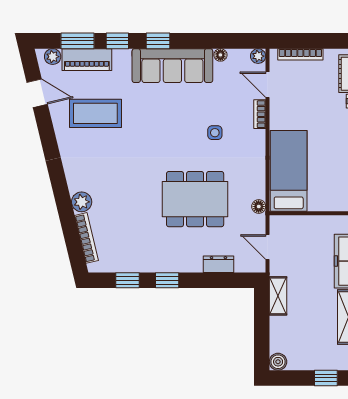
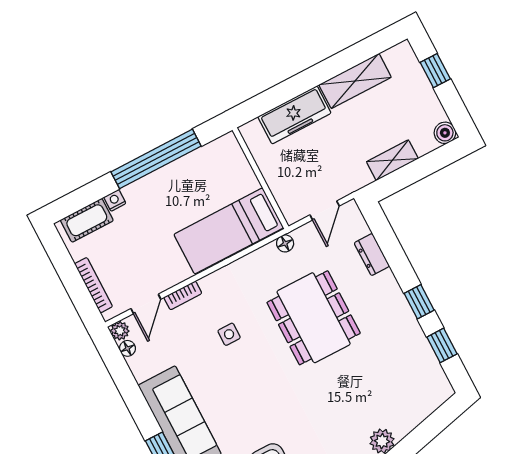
floor lamp: (220, 55) -> (127, 348), moved
bookcase: (86, 238) -> (419, 415), removed
shelving: (278, 296) -> (392, 160), moved

